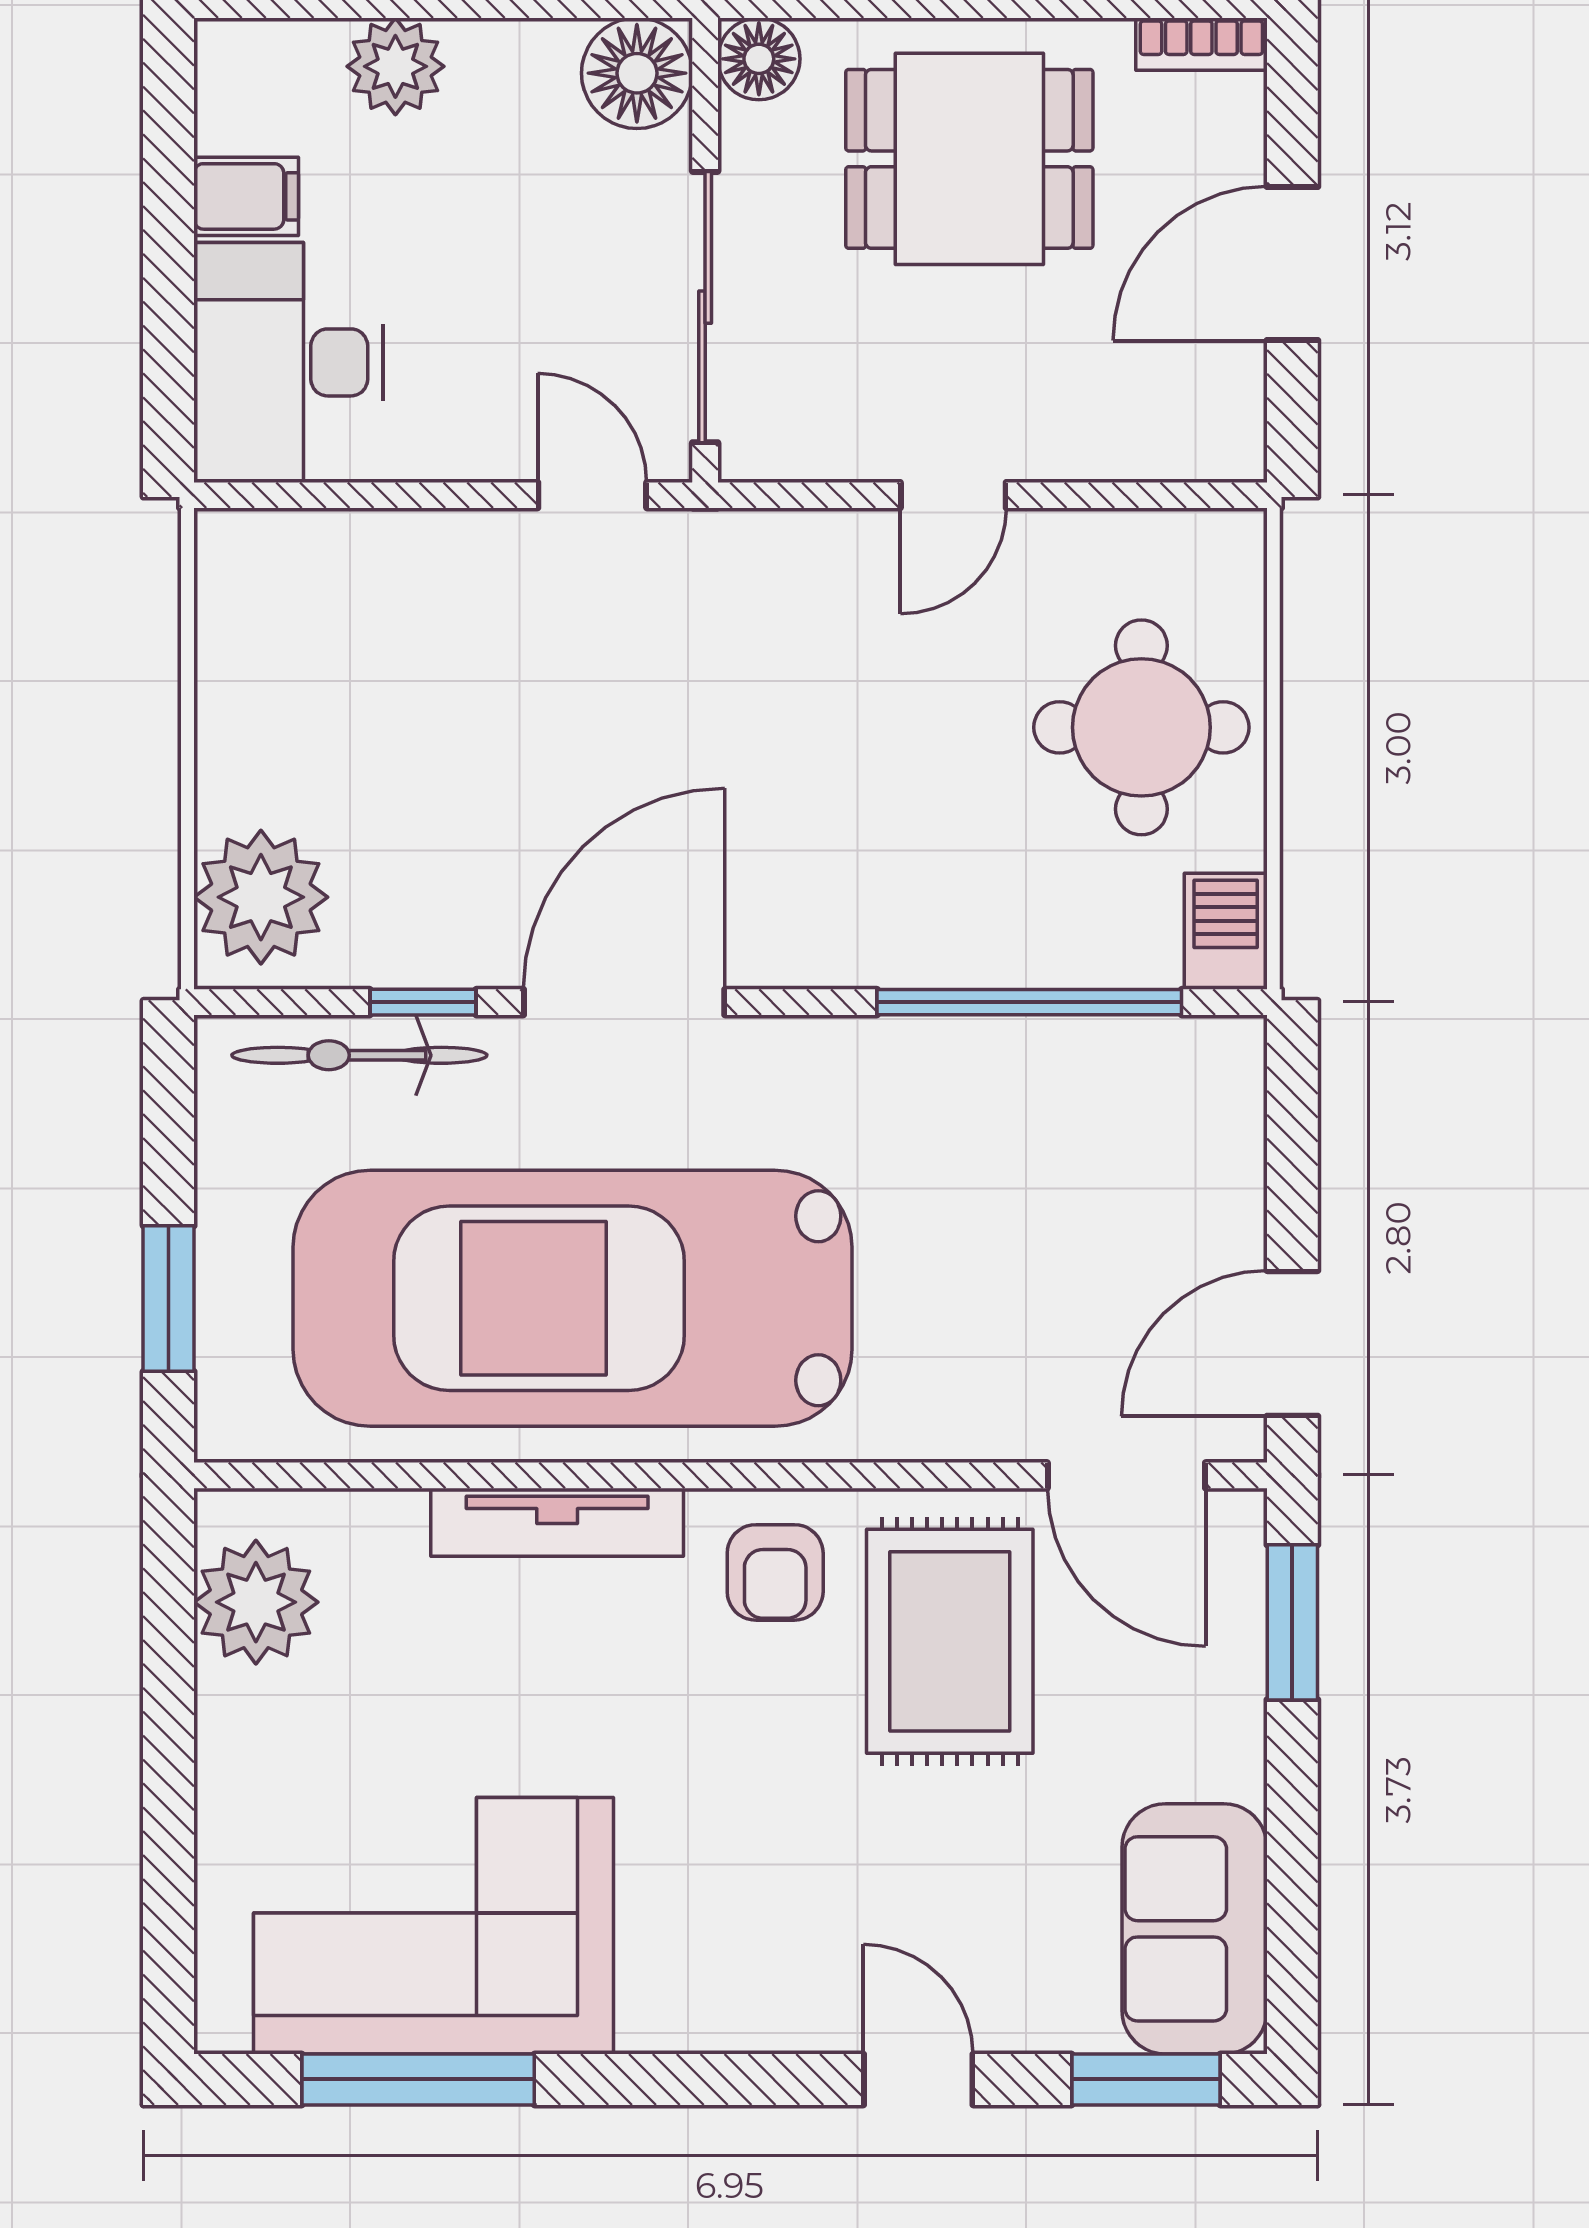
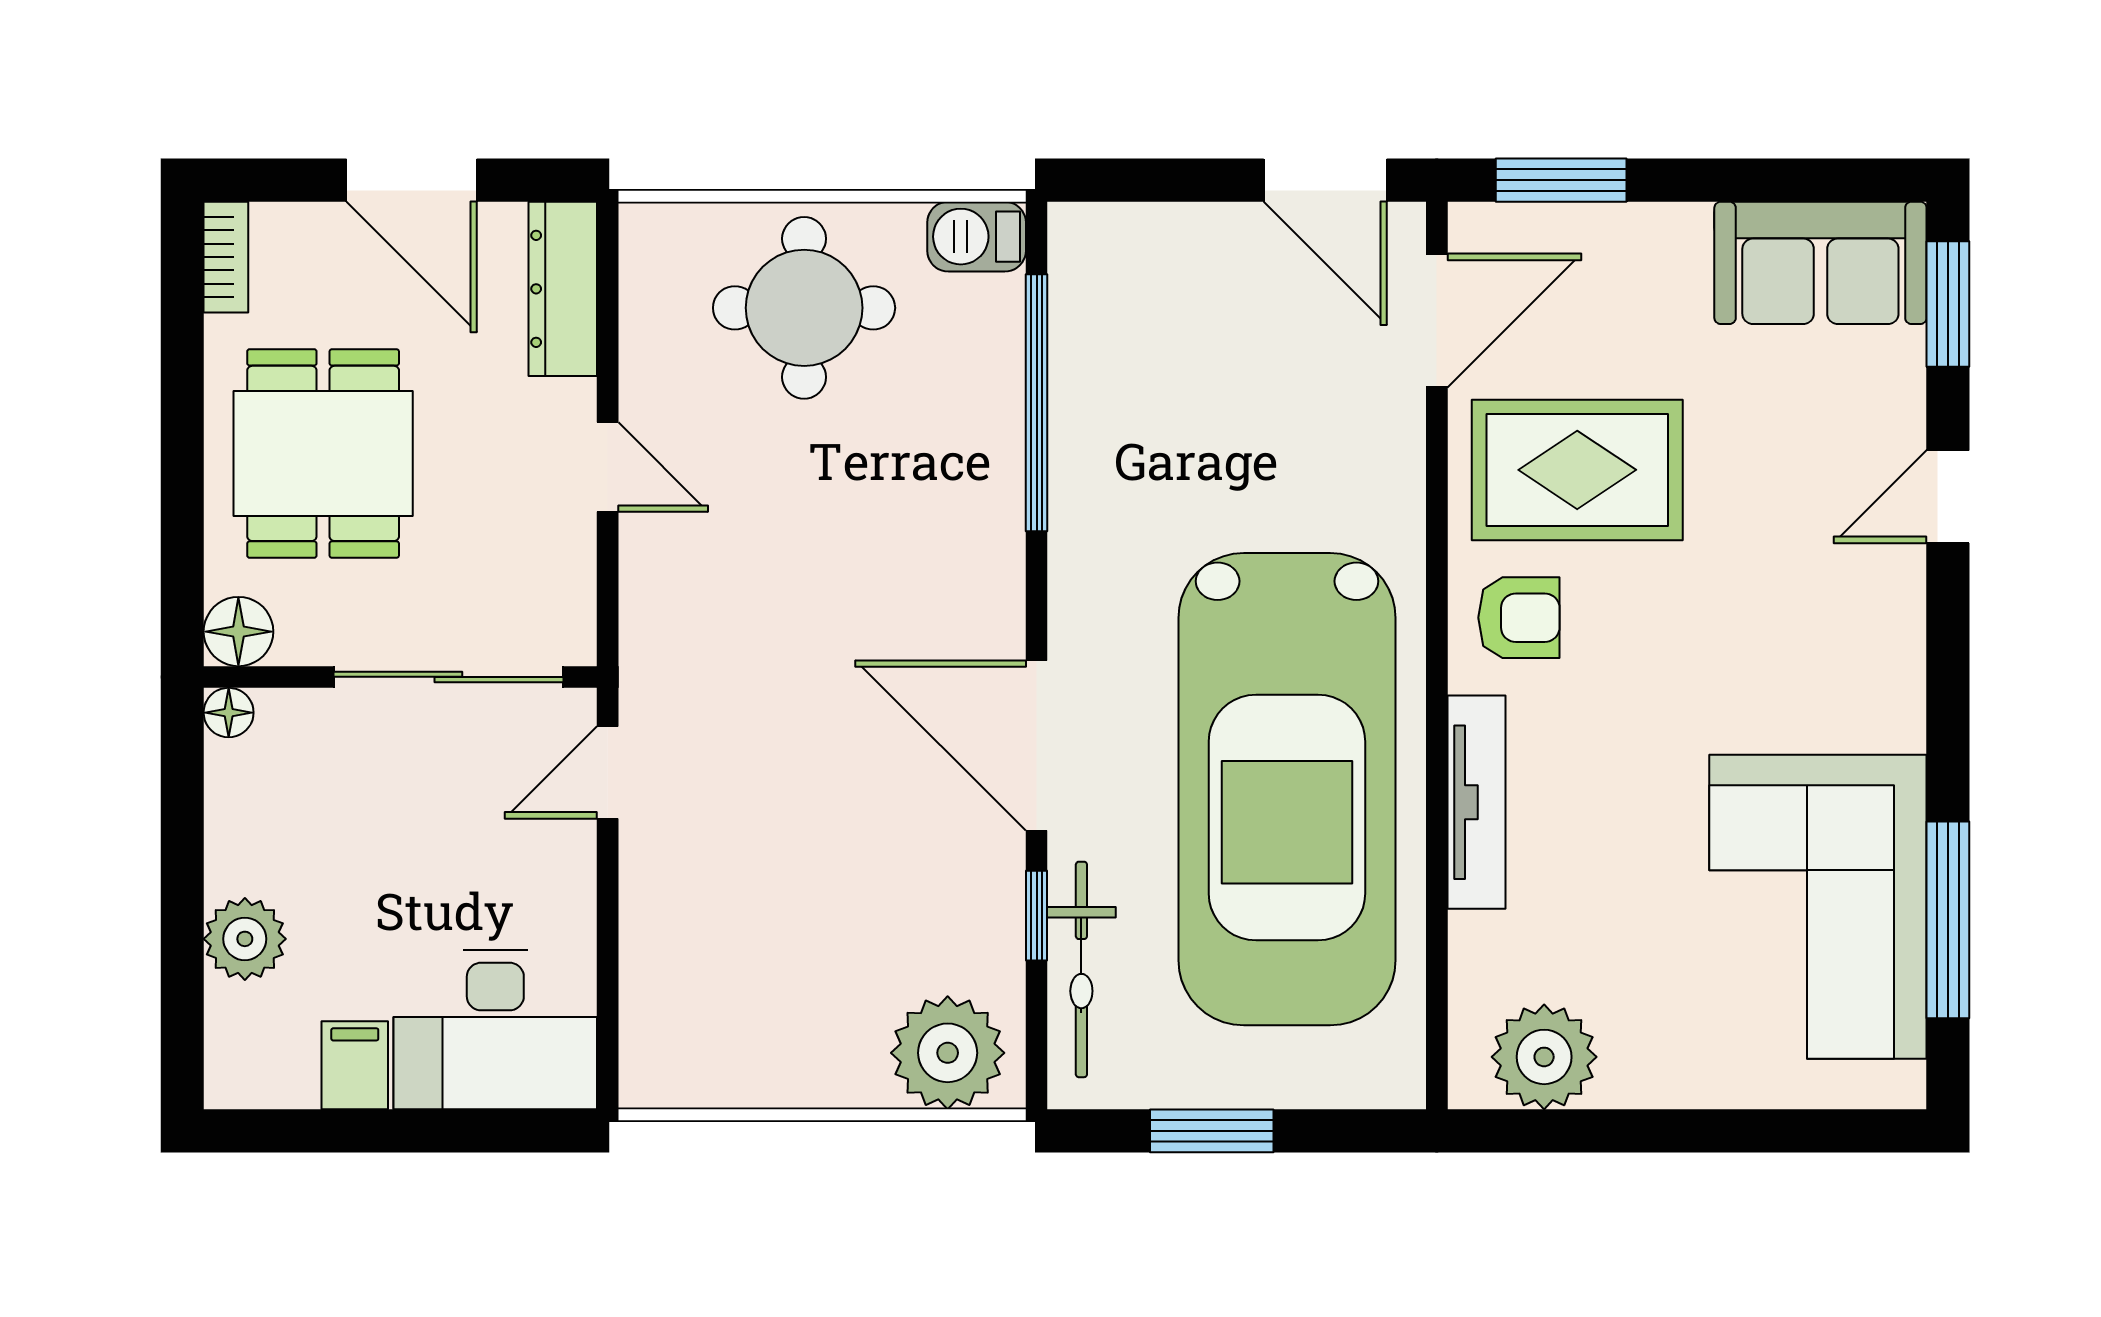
floor lamp: (637, 73) -> (229, 713), width x0.53, depth x0.53
dresser: (1164, 442) -> (563, 289), added
window: (169, 1299) -> (1212, 1131), moved

